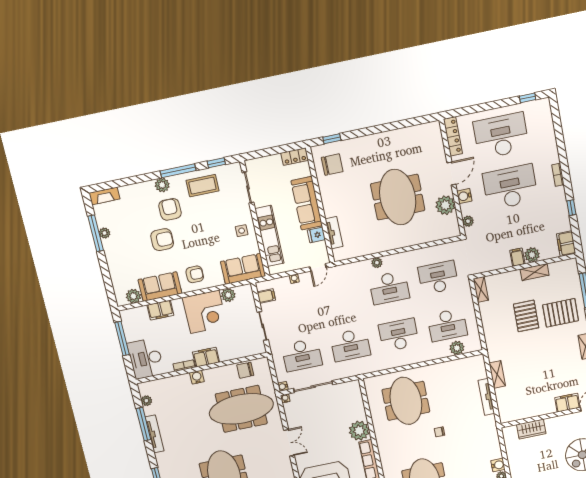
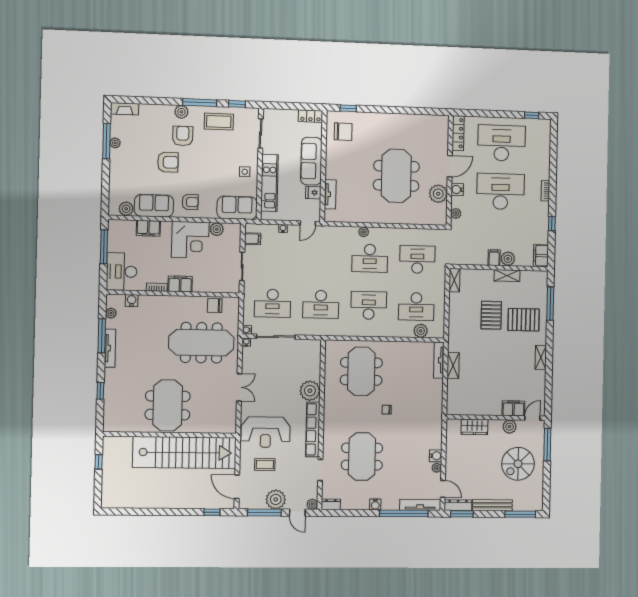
water cooler: (197, 377) -> (132, 301), moved
tv unit: (486, 397) -> (439, 360), moved
plant: (567, 421) -> (510, 427), added

